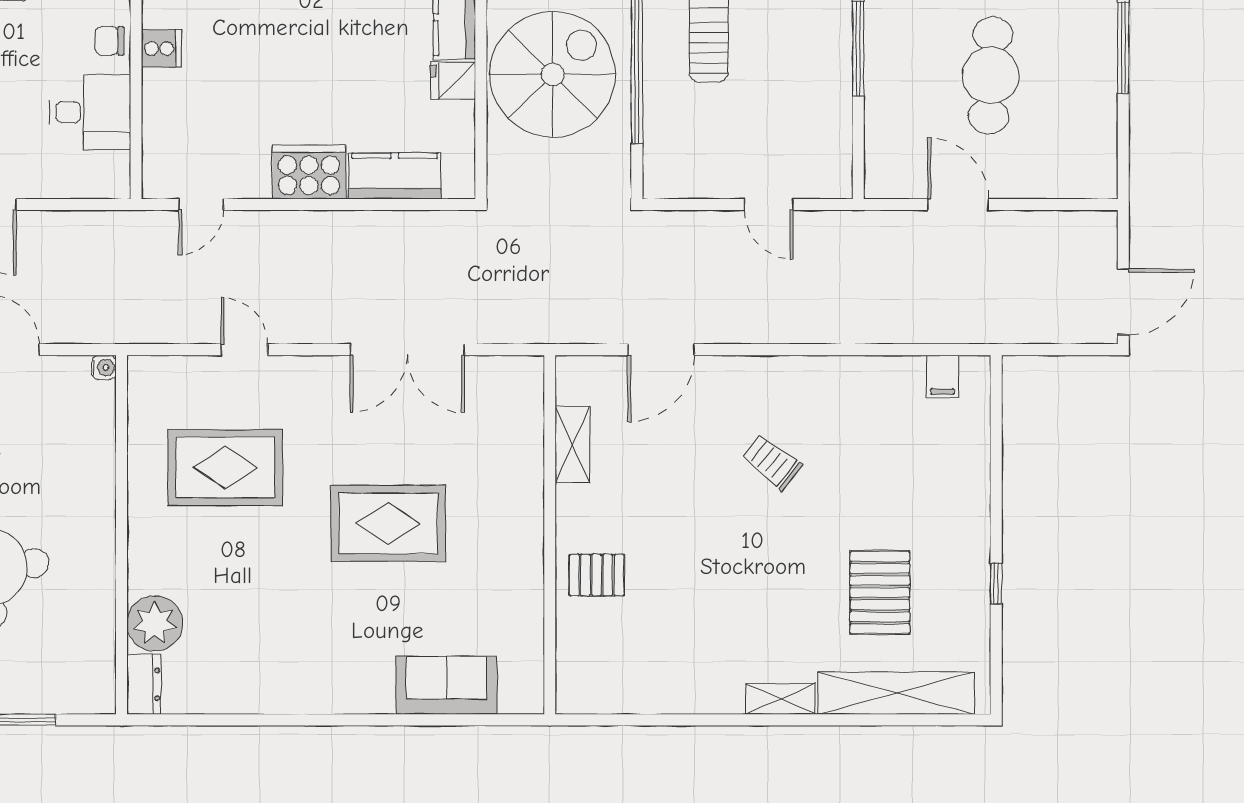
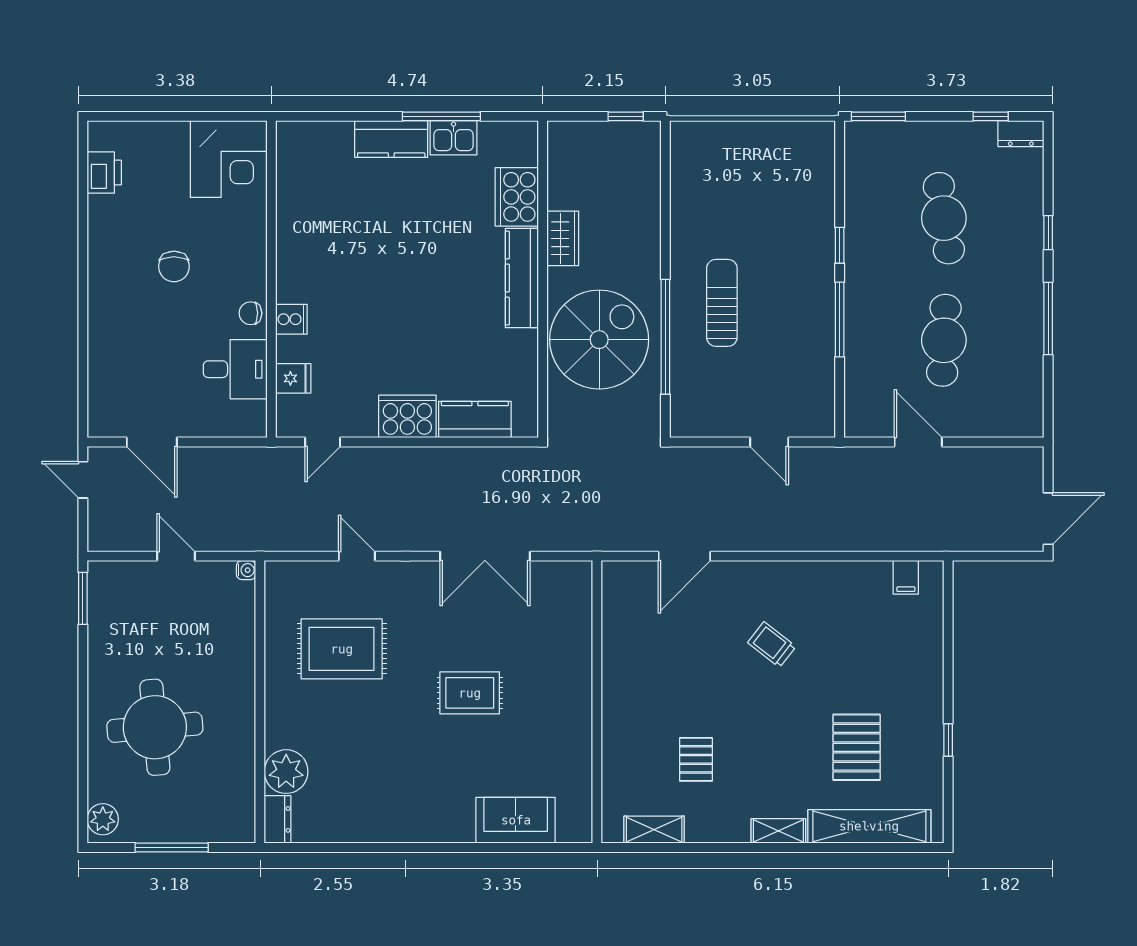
fridge: (453, 81) -> (293, 378), moved, turned 180
shelving: (572, 445) -> (654, 830), moved, turned 90
rug: (388, 523) -> (470, 693), width x0.73, depth x0.70
pallet: (597, 575) -> (696, 759), moved, turned 90

